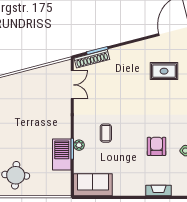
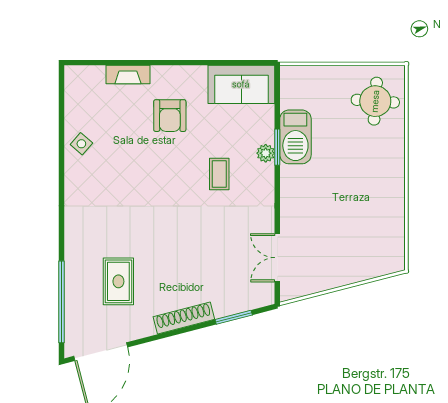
shoe rack: (92, 59) -> (184, 318), moved
rug: (164, 71) -> (118, 281), turned 90
armchair: (157, 146) -> (170, 116), moved

